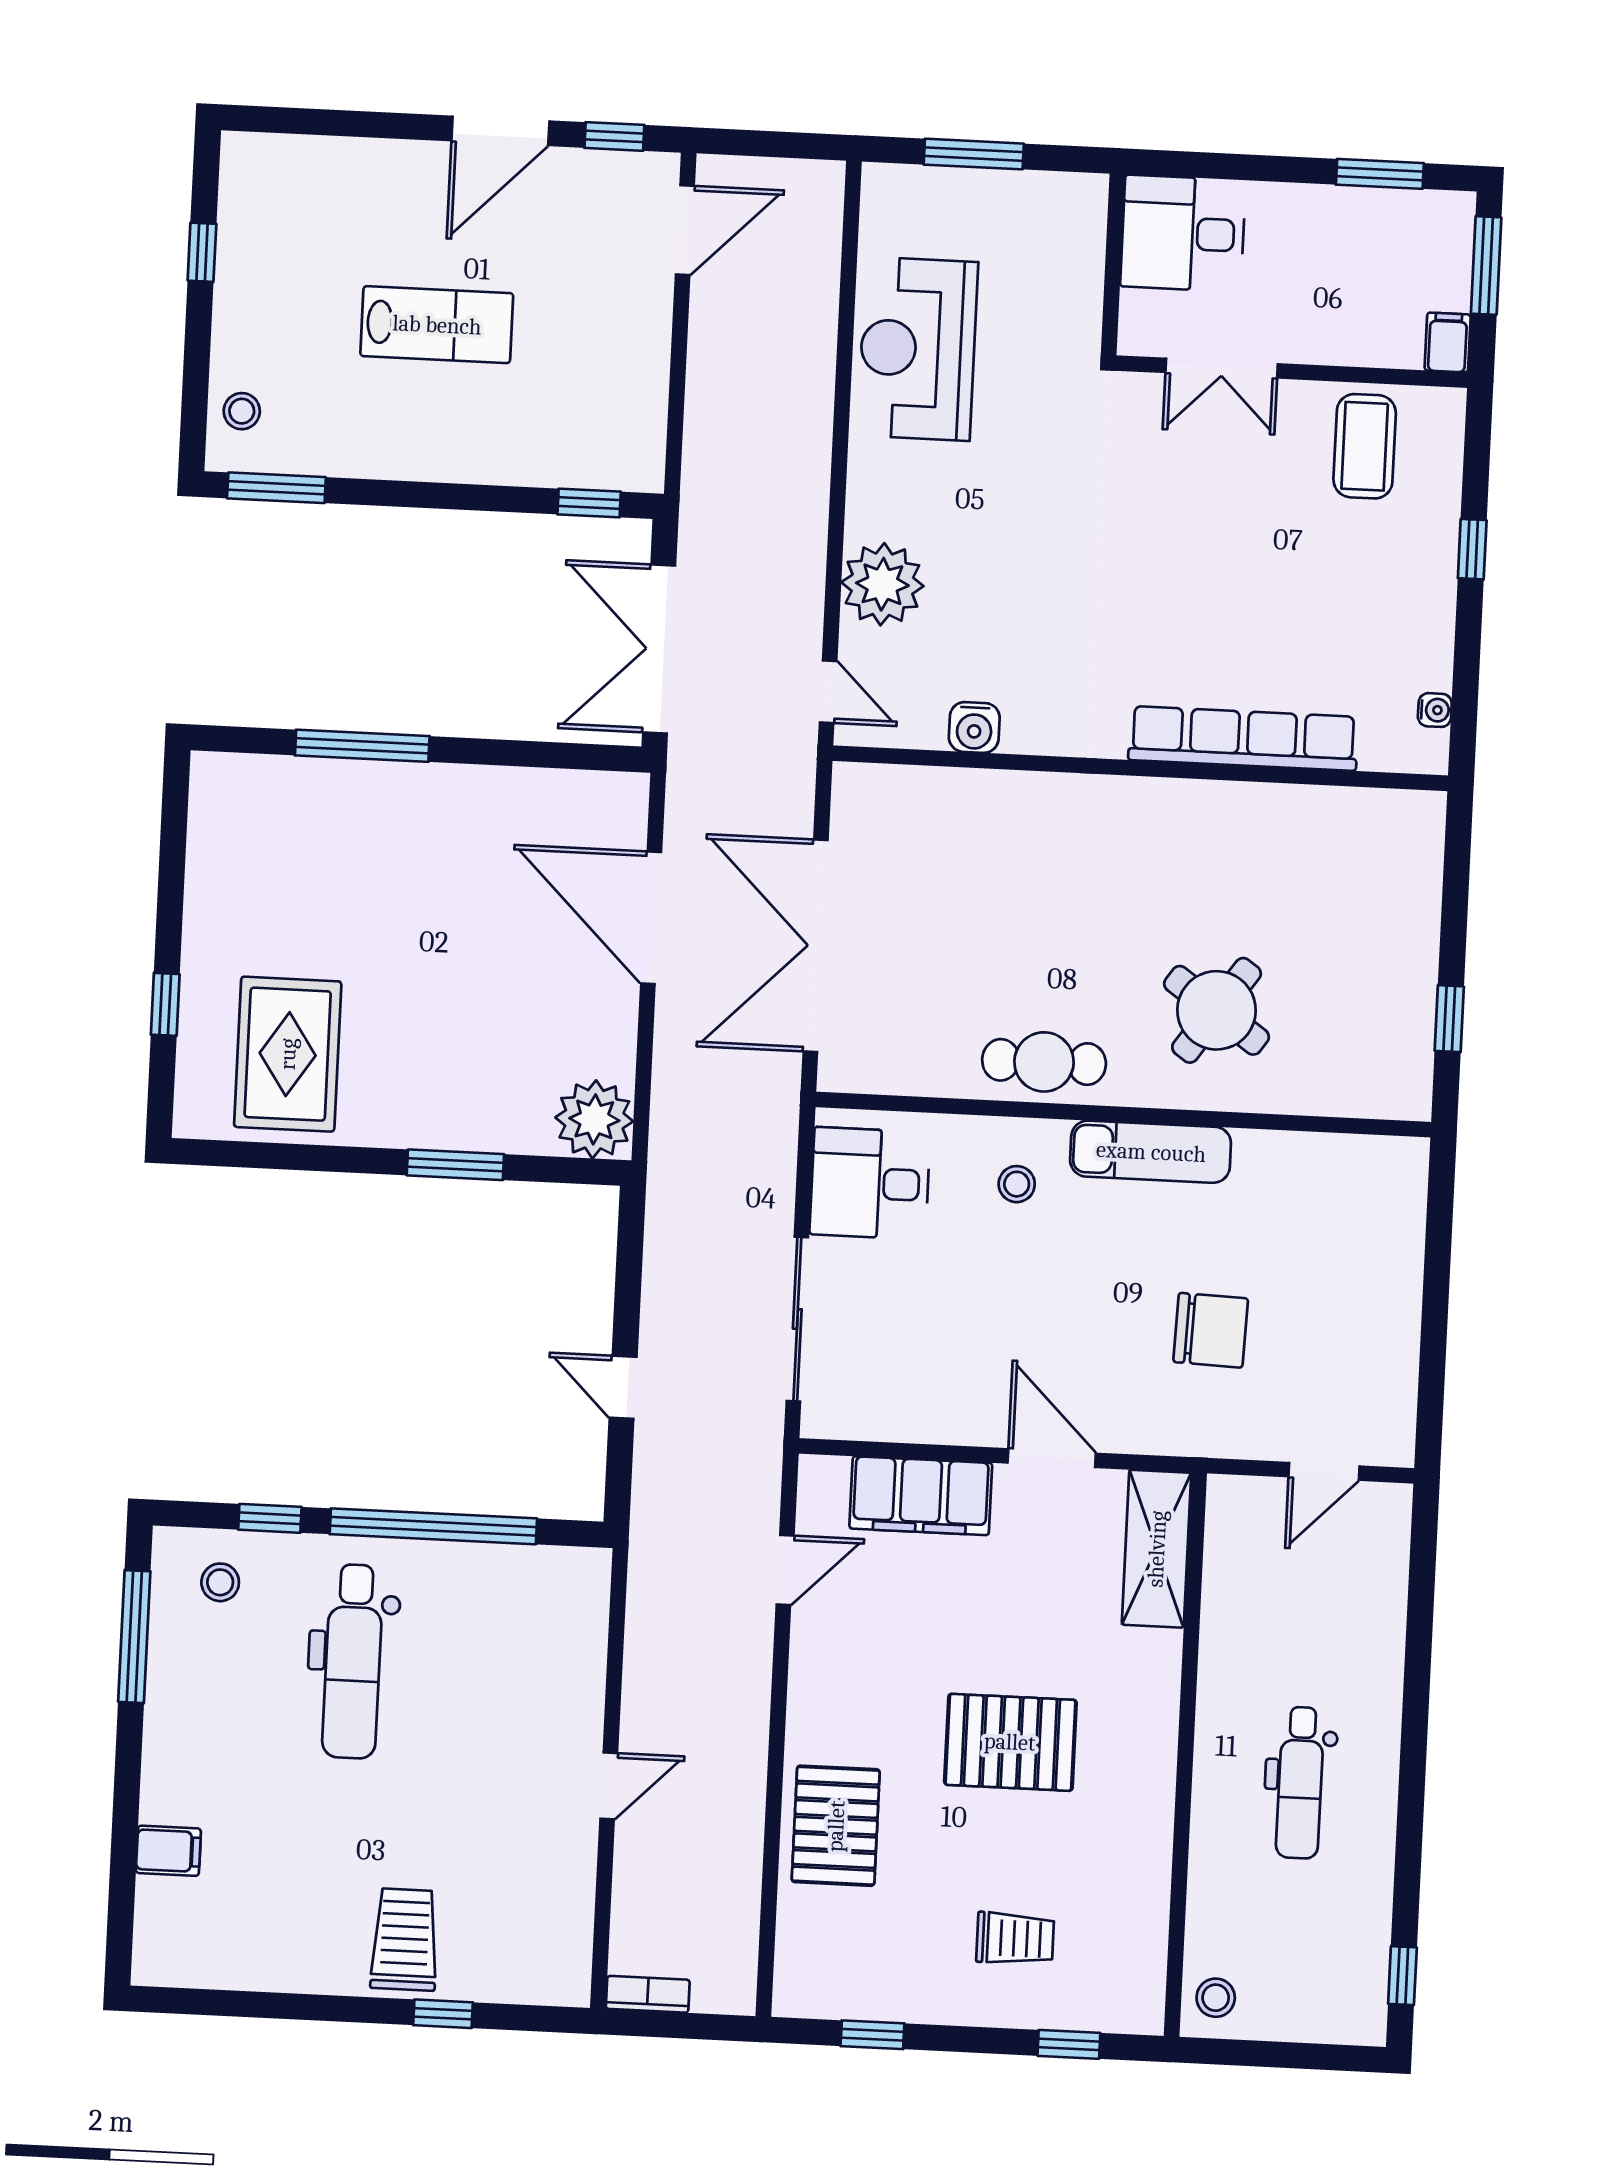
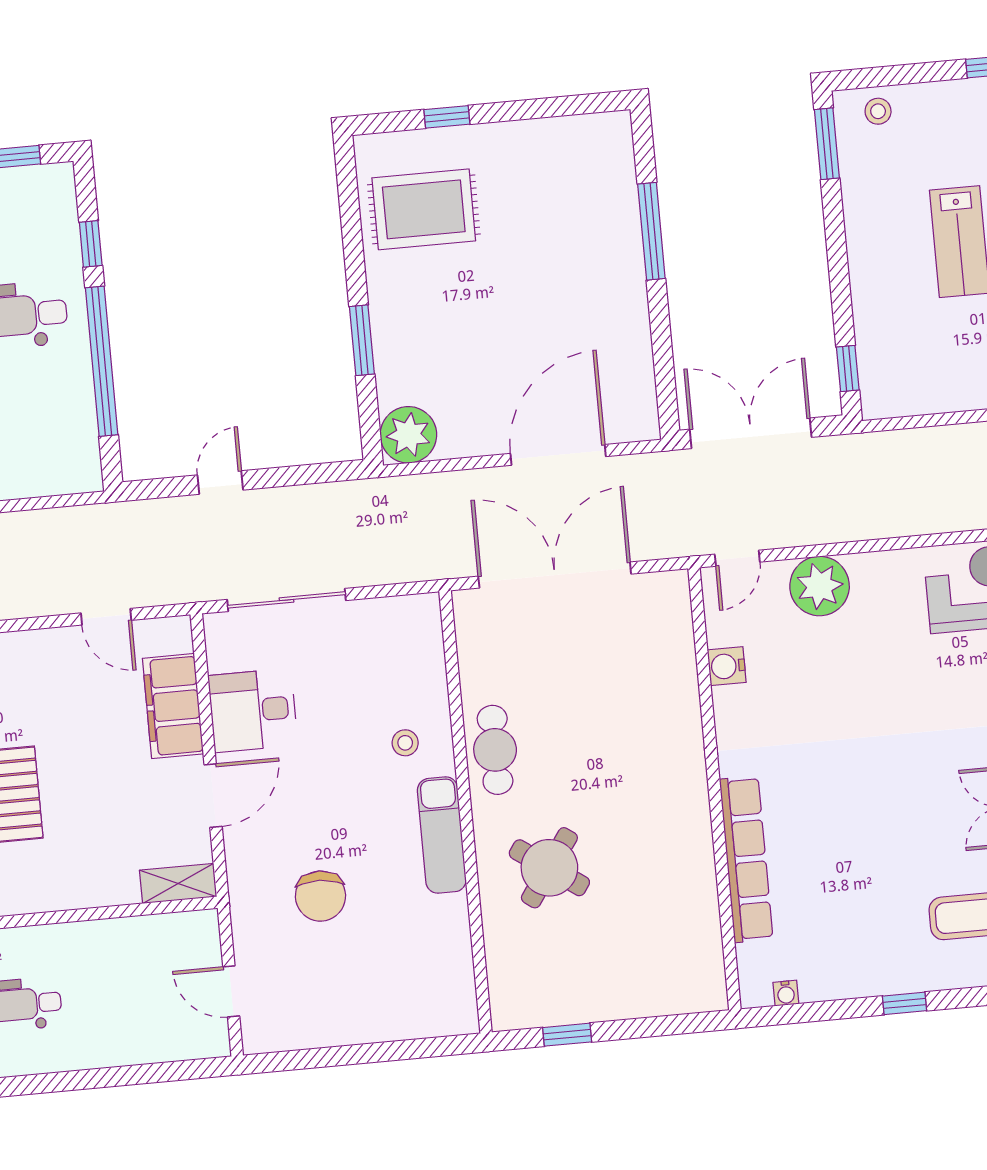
desk: (870, 1183) -> (253, 710), moved, turned -90
shelving: (1157, 1549) -> (178, 883), width x0.67, depth x0.75
stool: (220, 1582) -> (40, 215), removed

